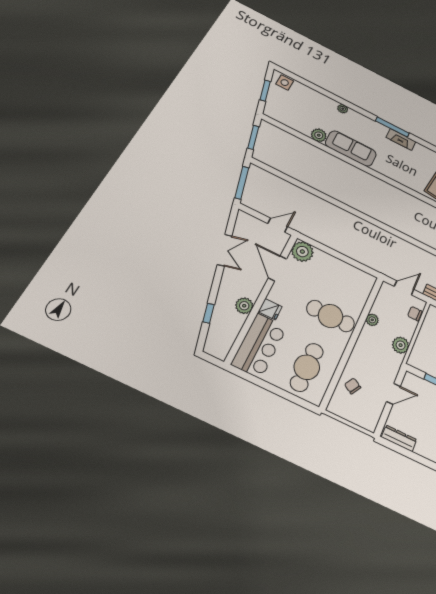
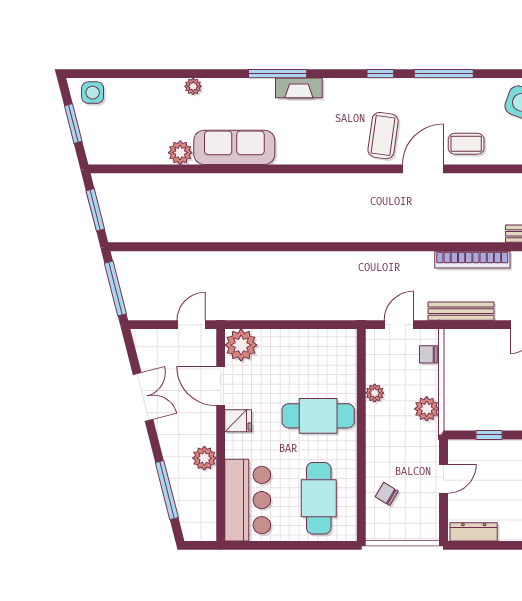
fridge: (270, 309) -> (238, 421), moved
window: (209, 313) -> (167, 490), width x2.17

